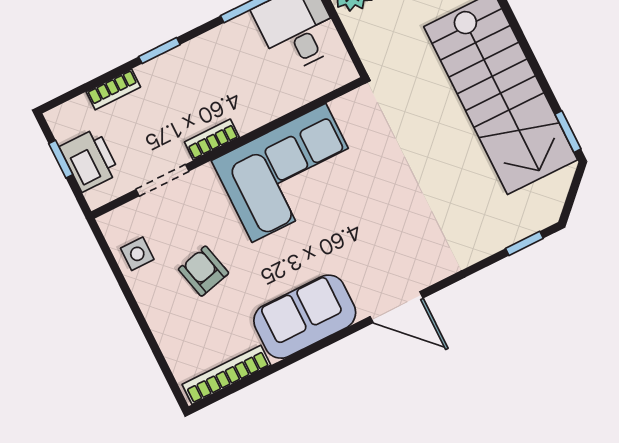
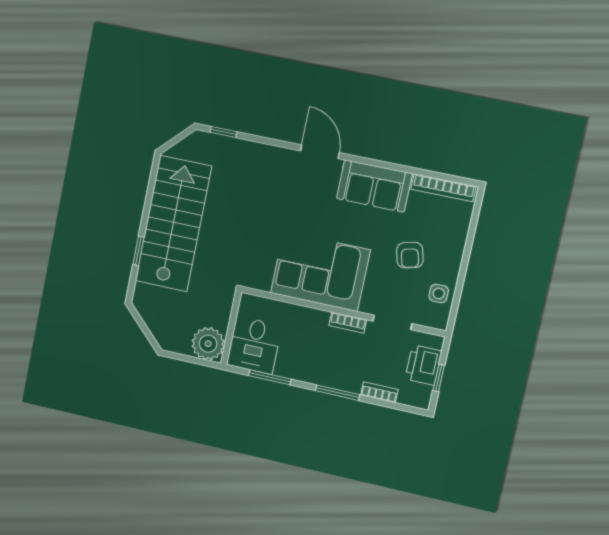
window: (159, 51) -> (338, 393), width x1.50
window: (568, 132) -> (139, 251), moved

